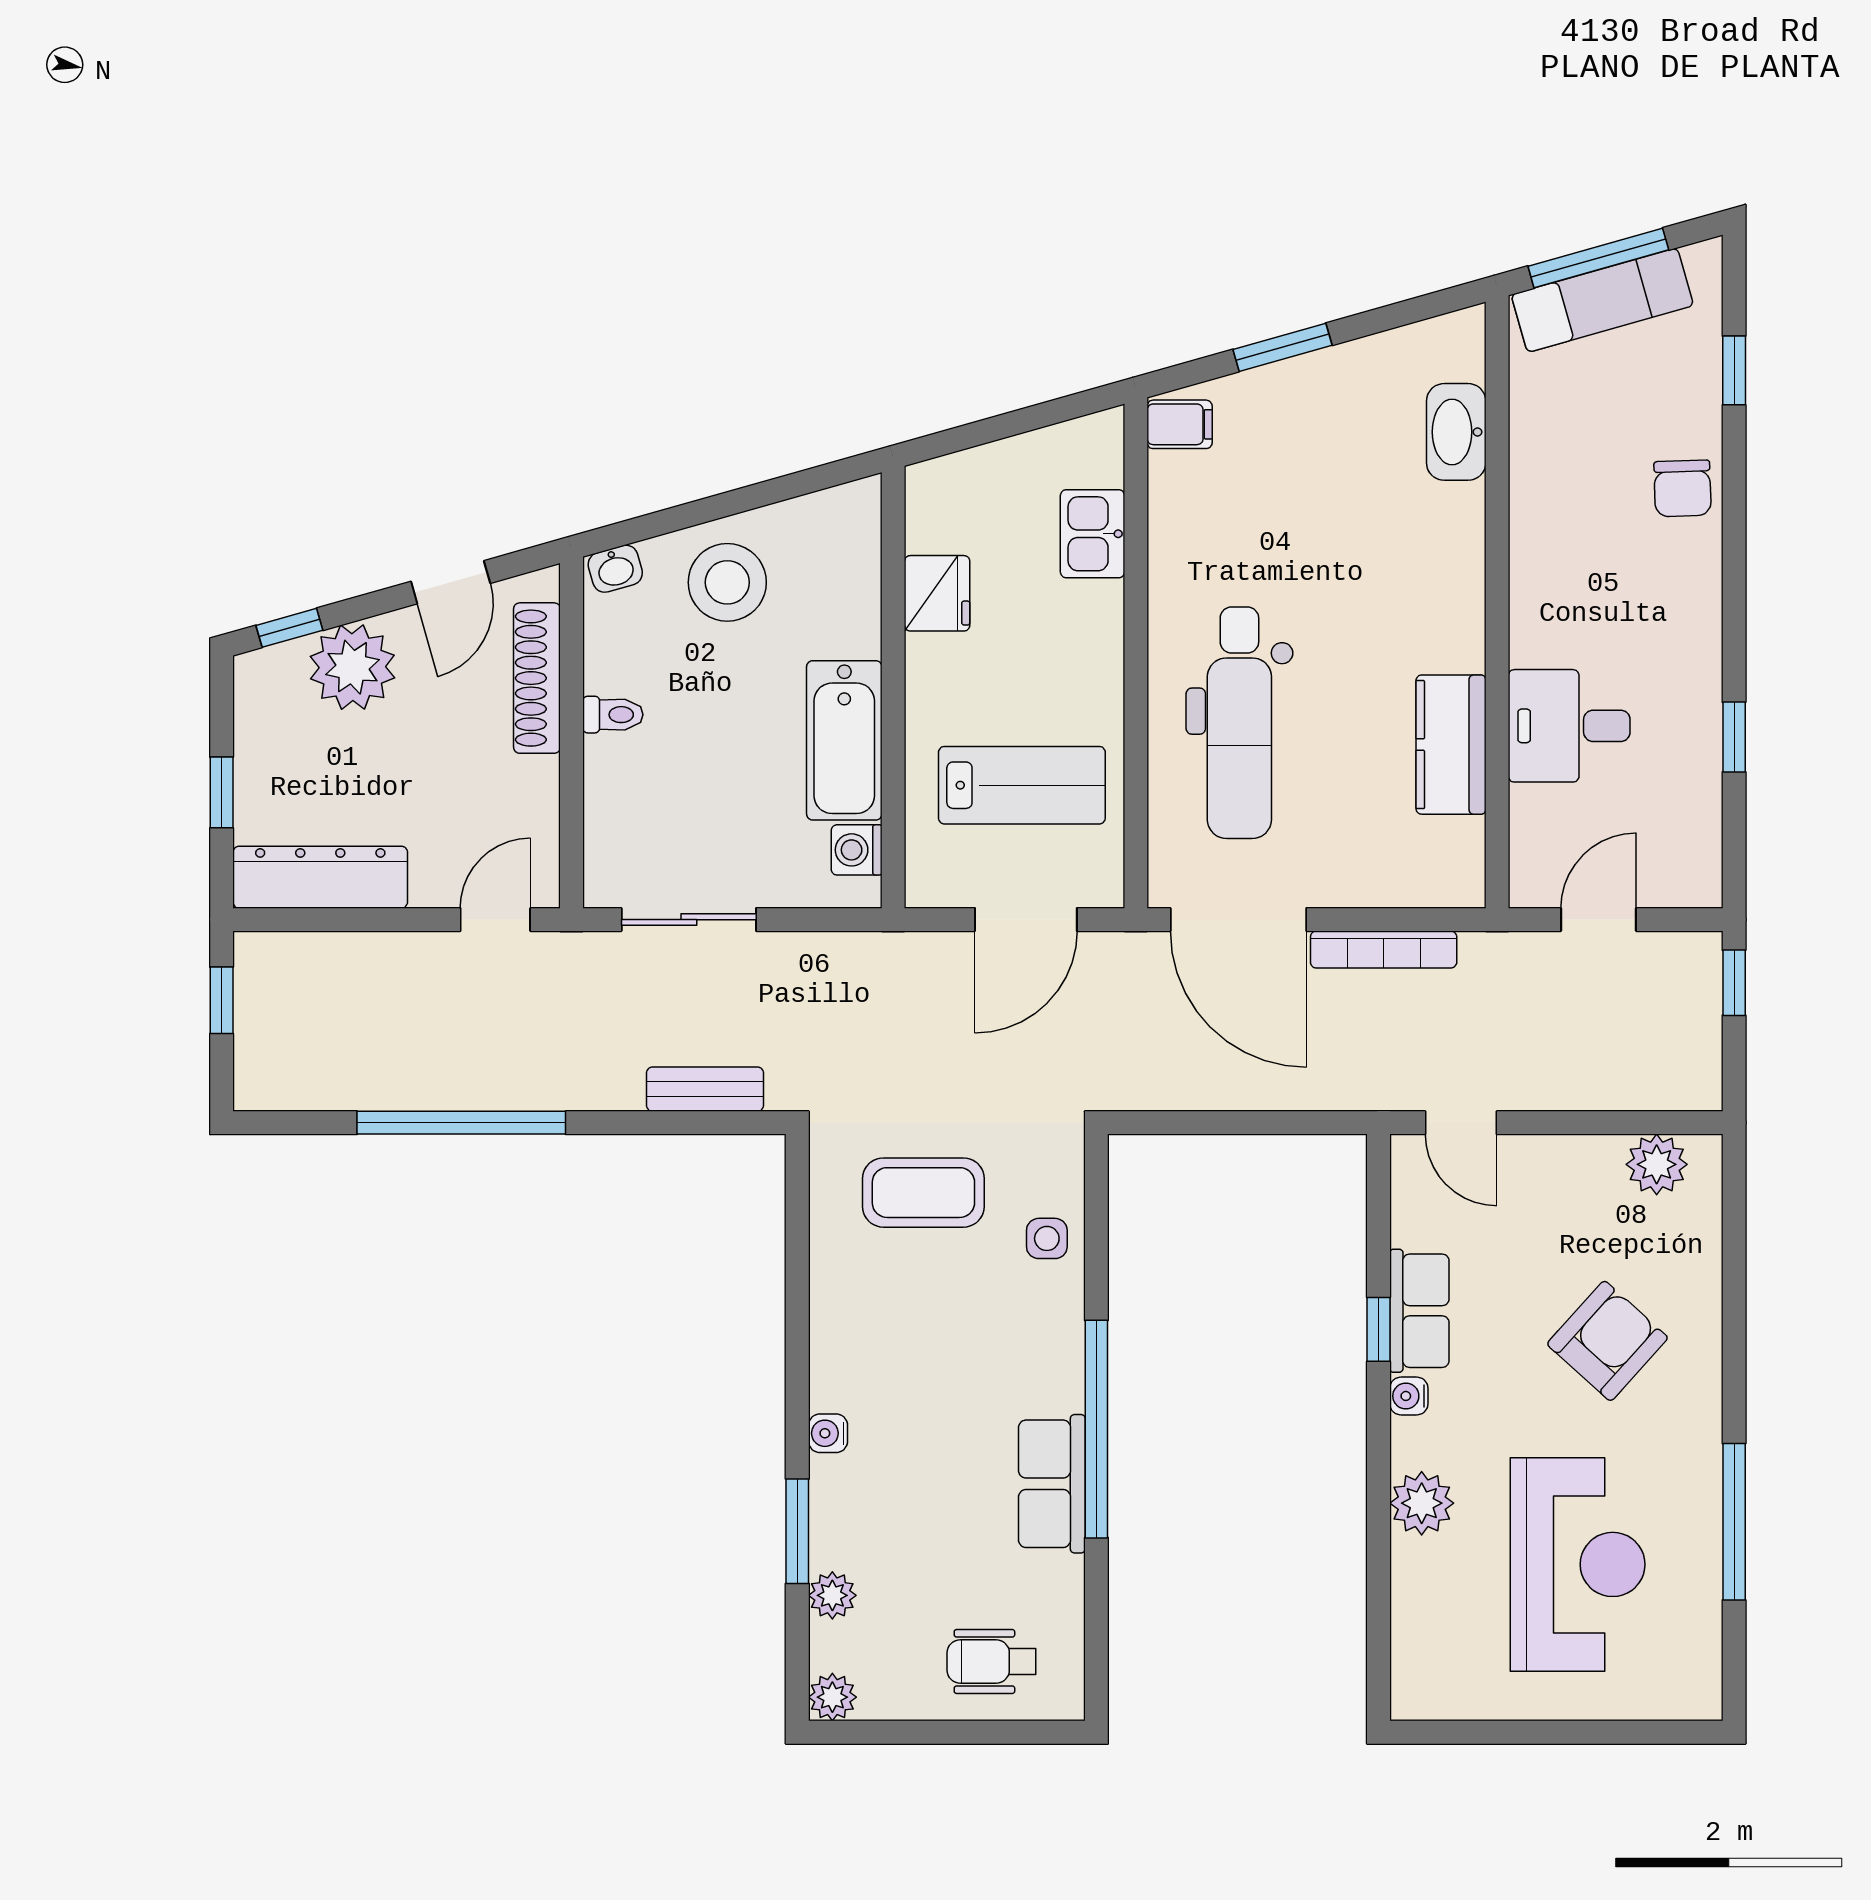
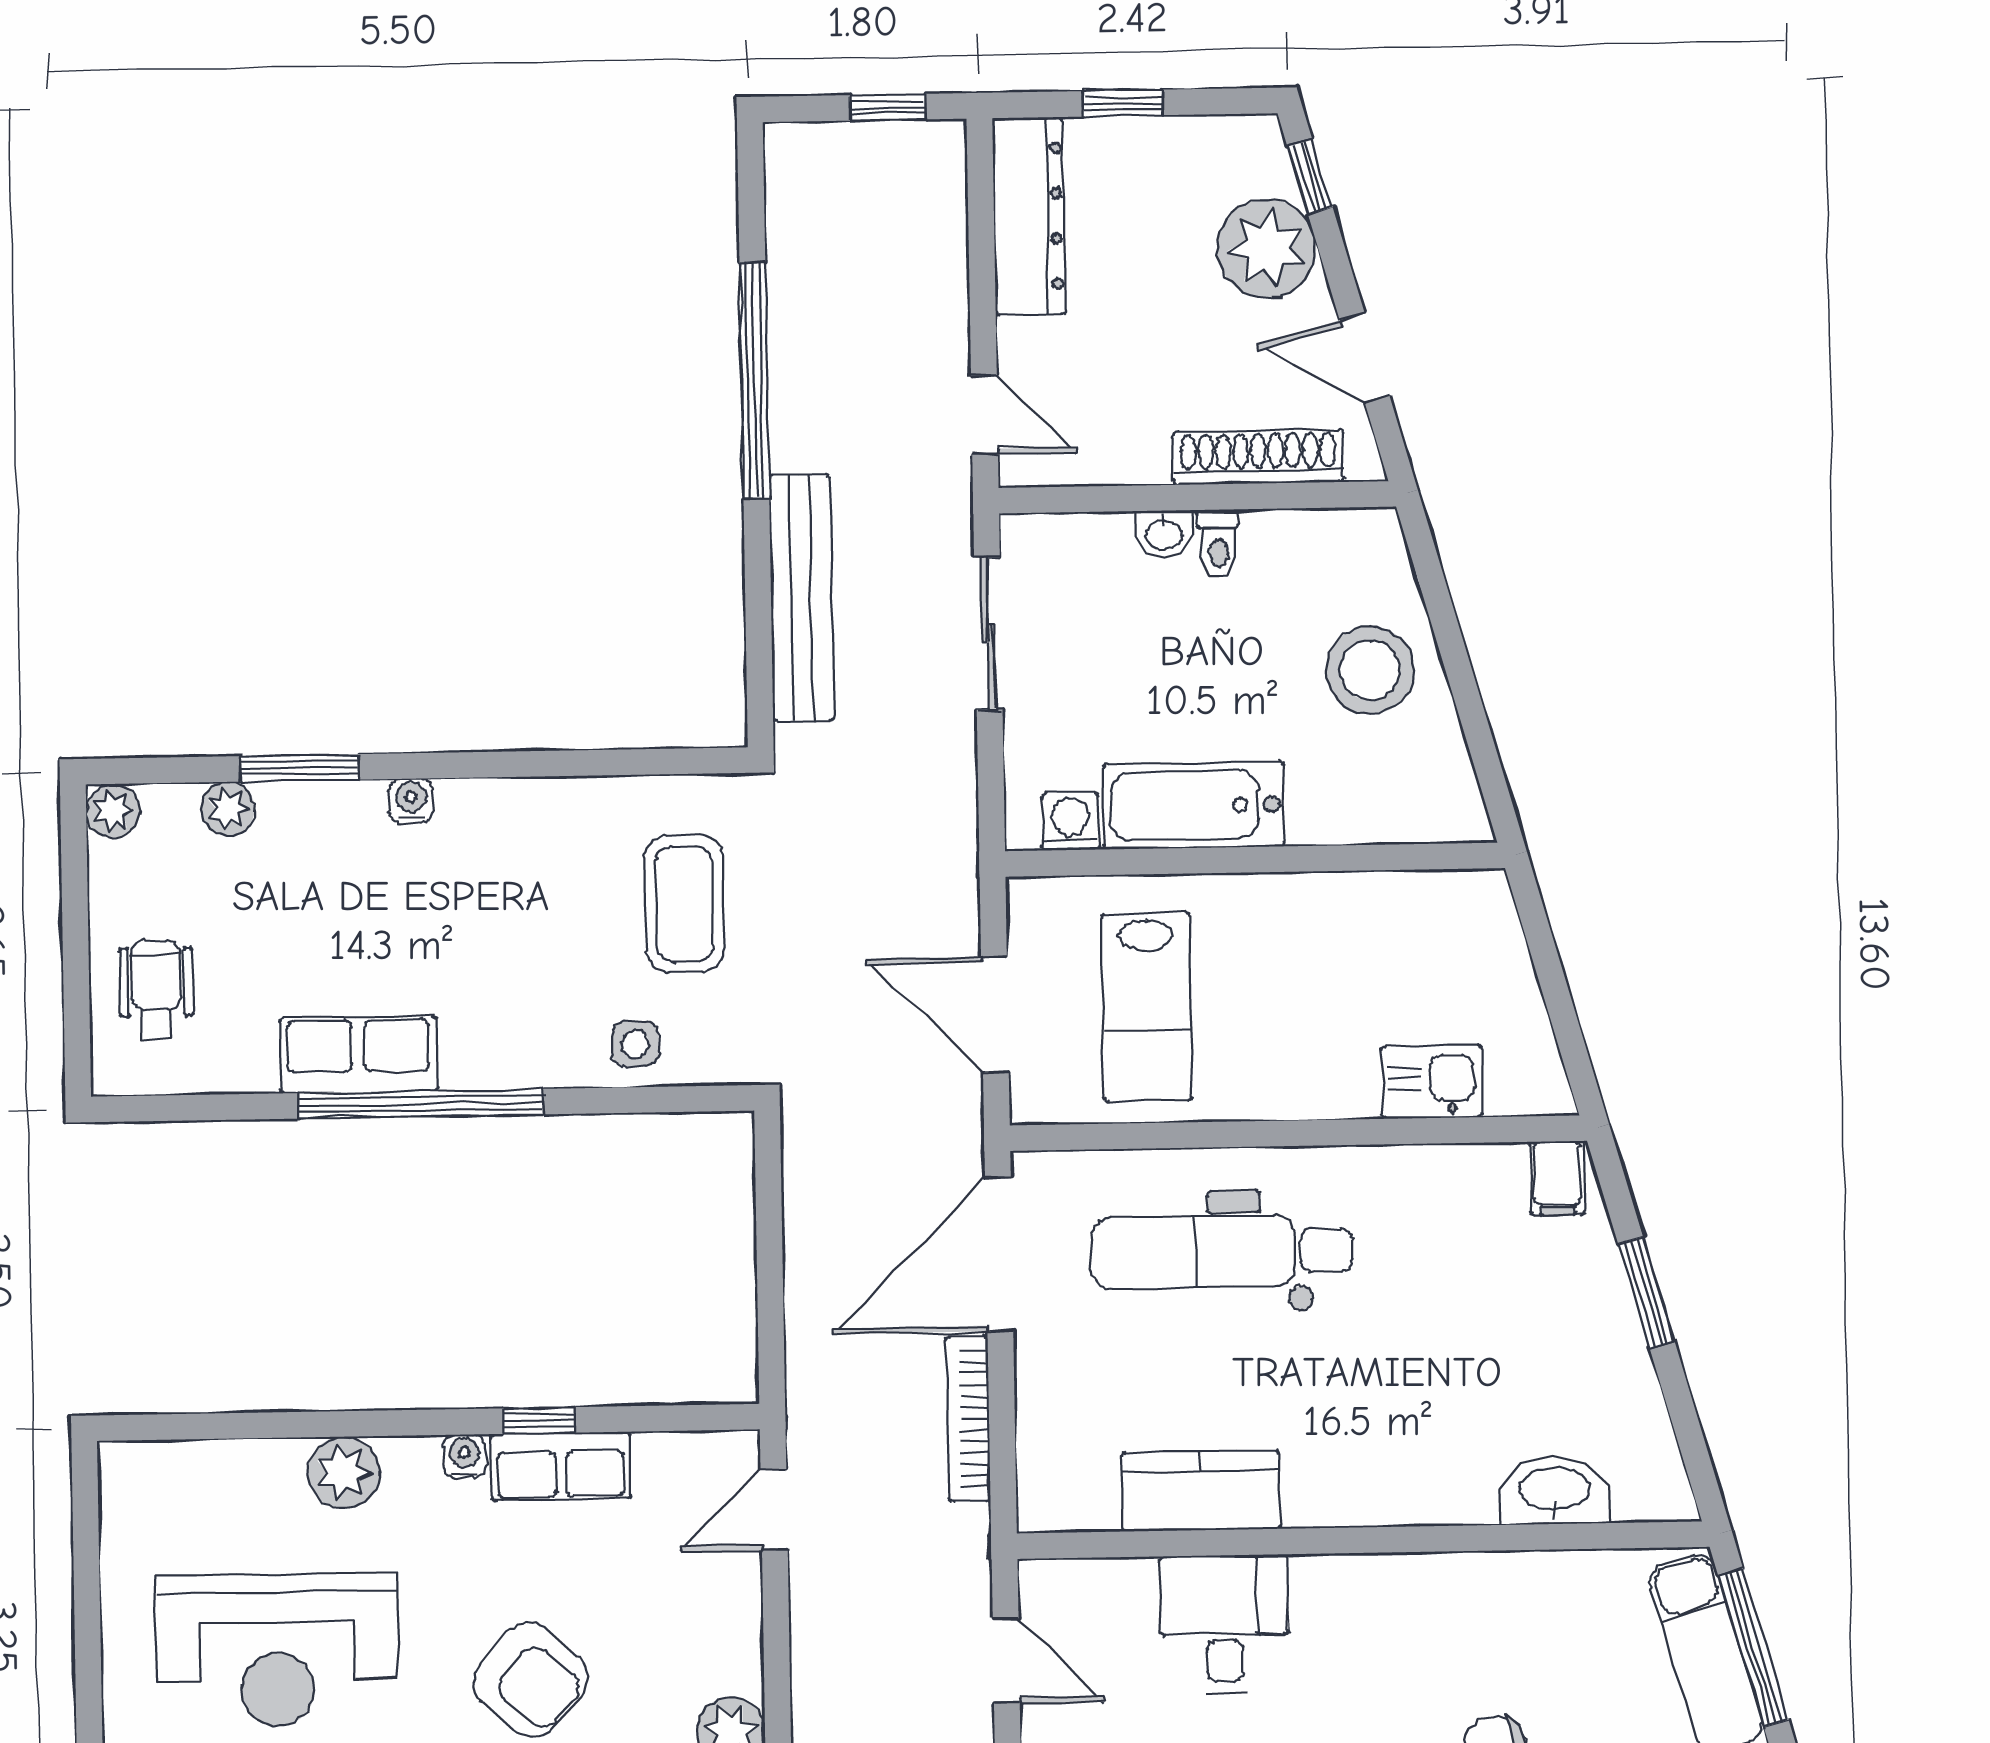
washbasin: (615, 569) -> (1164, 534), moved, turned -74
fridge: (937, 593) -> (1362, 907), removed
bench: (705, 1089) -> (801, 598), width x1.86, depth x1.21

